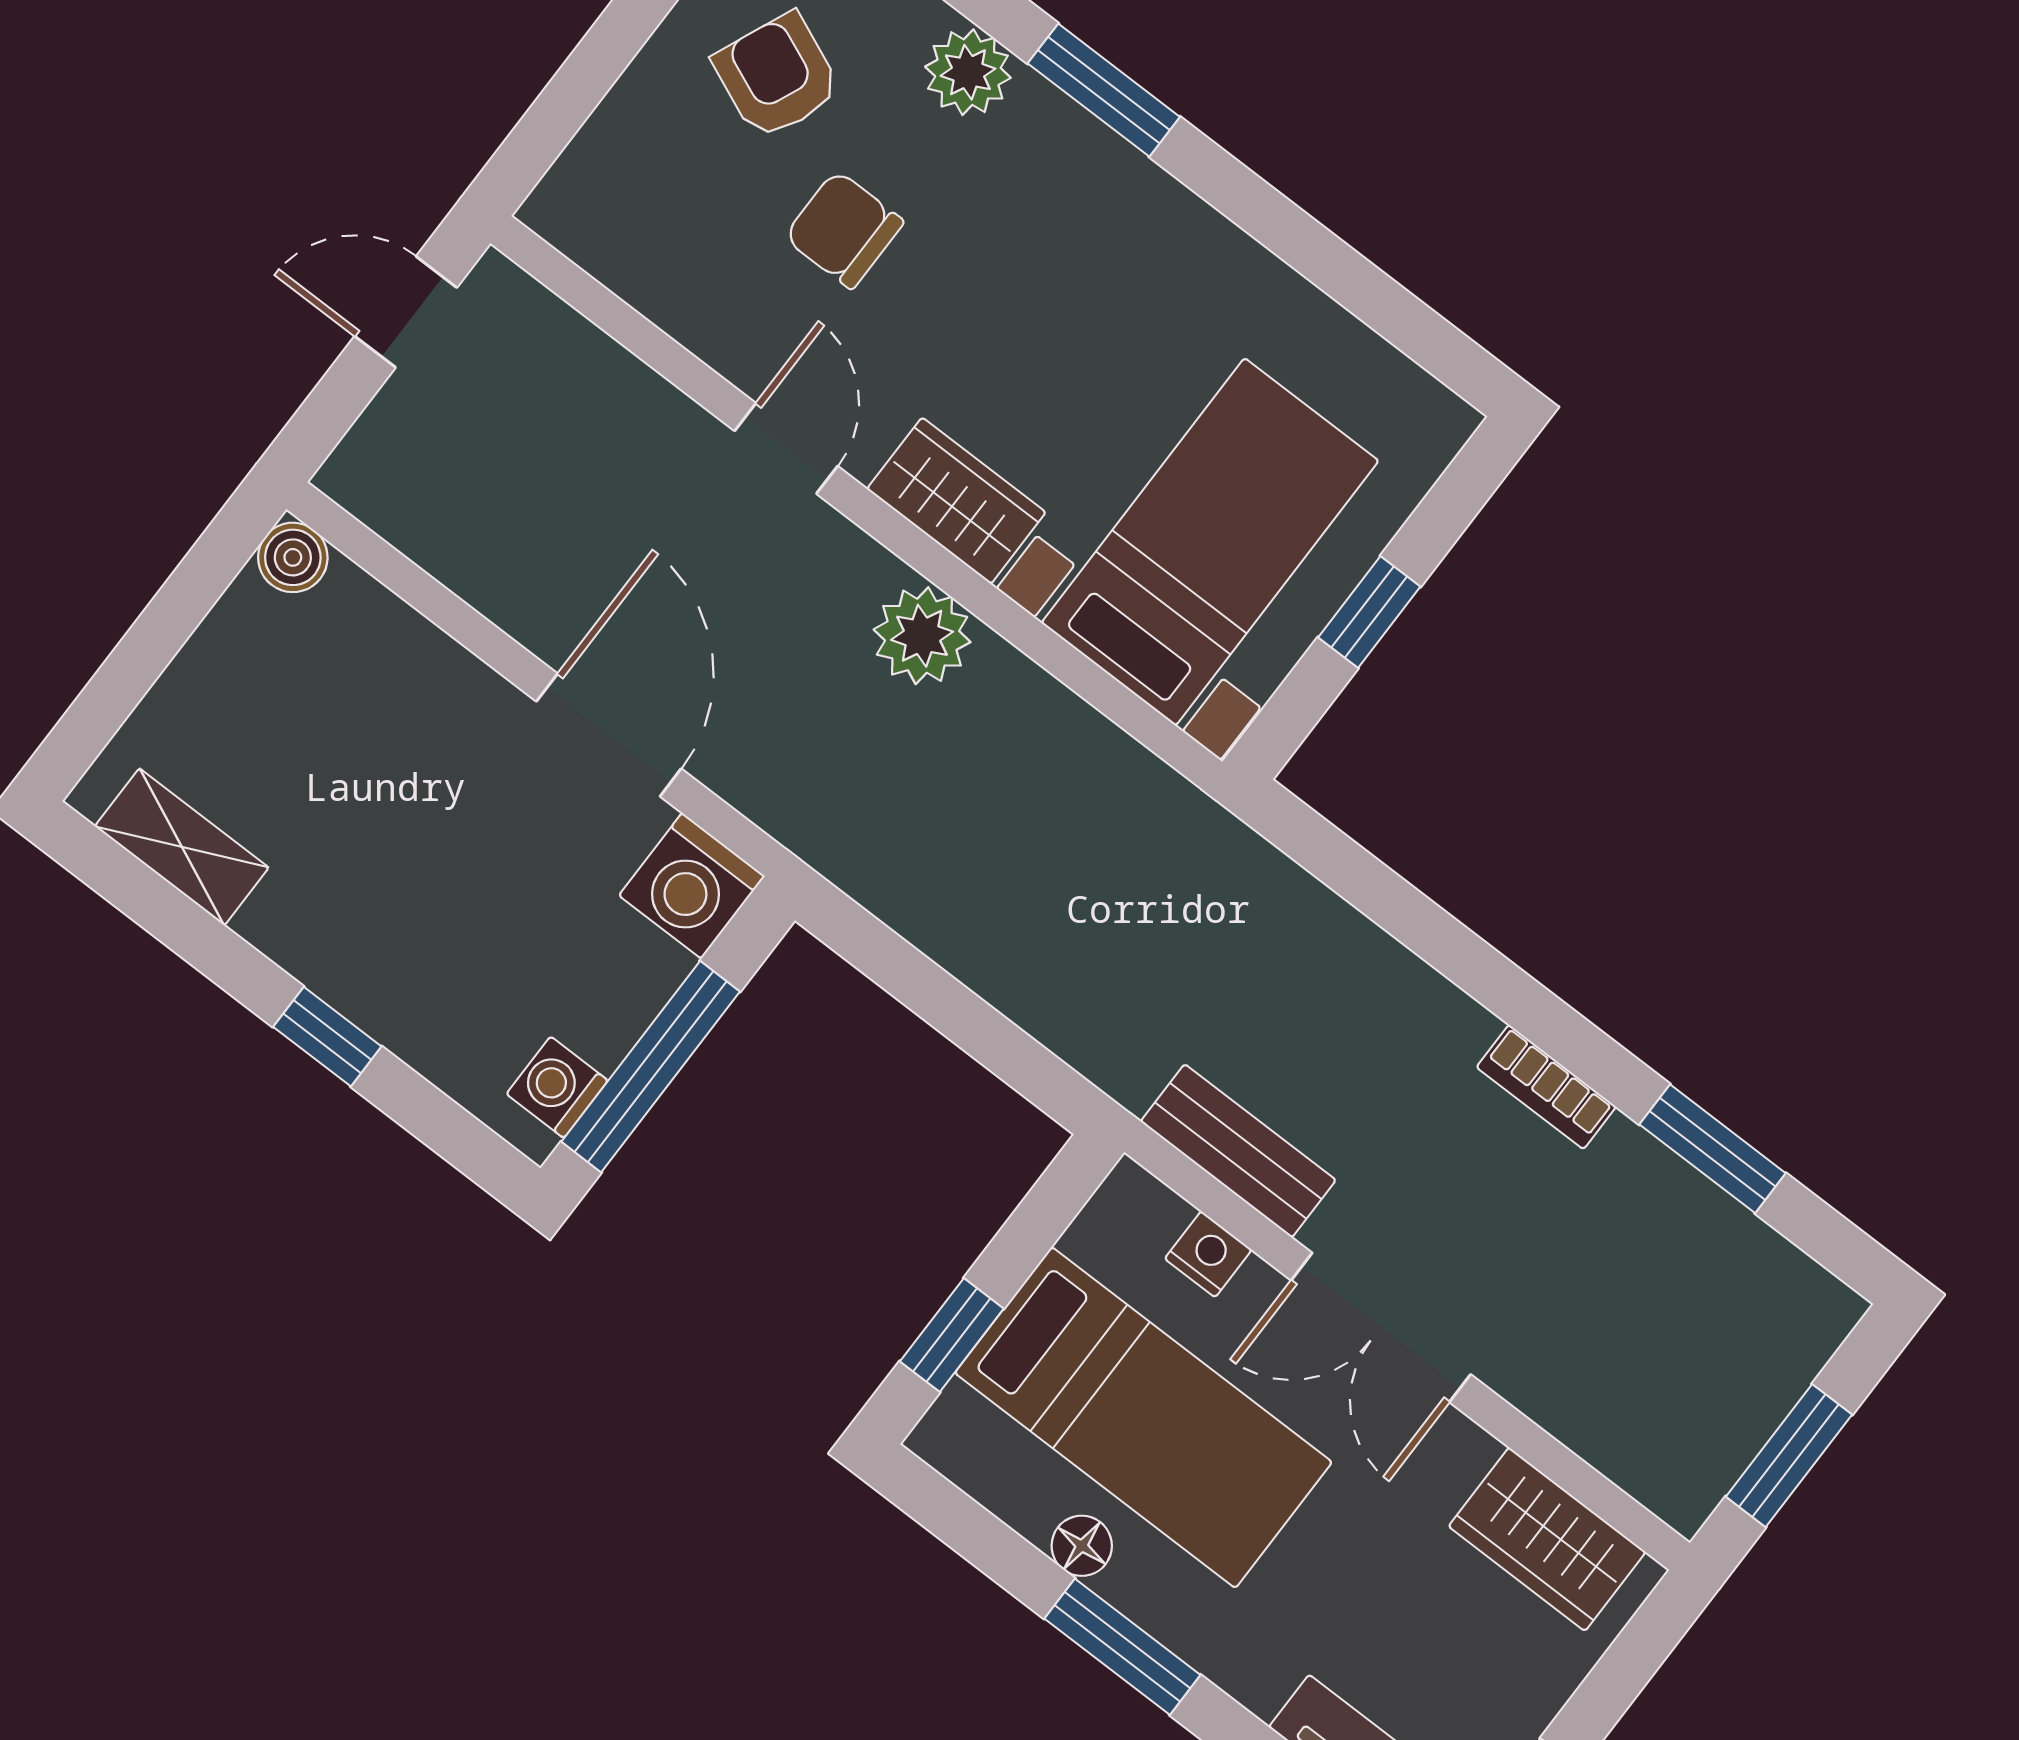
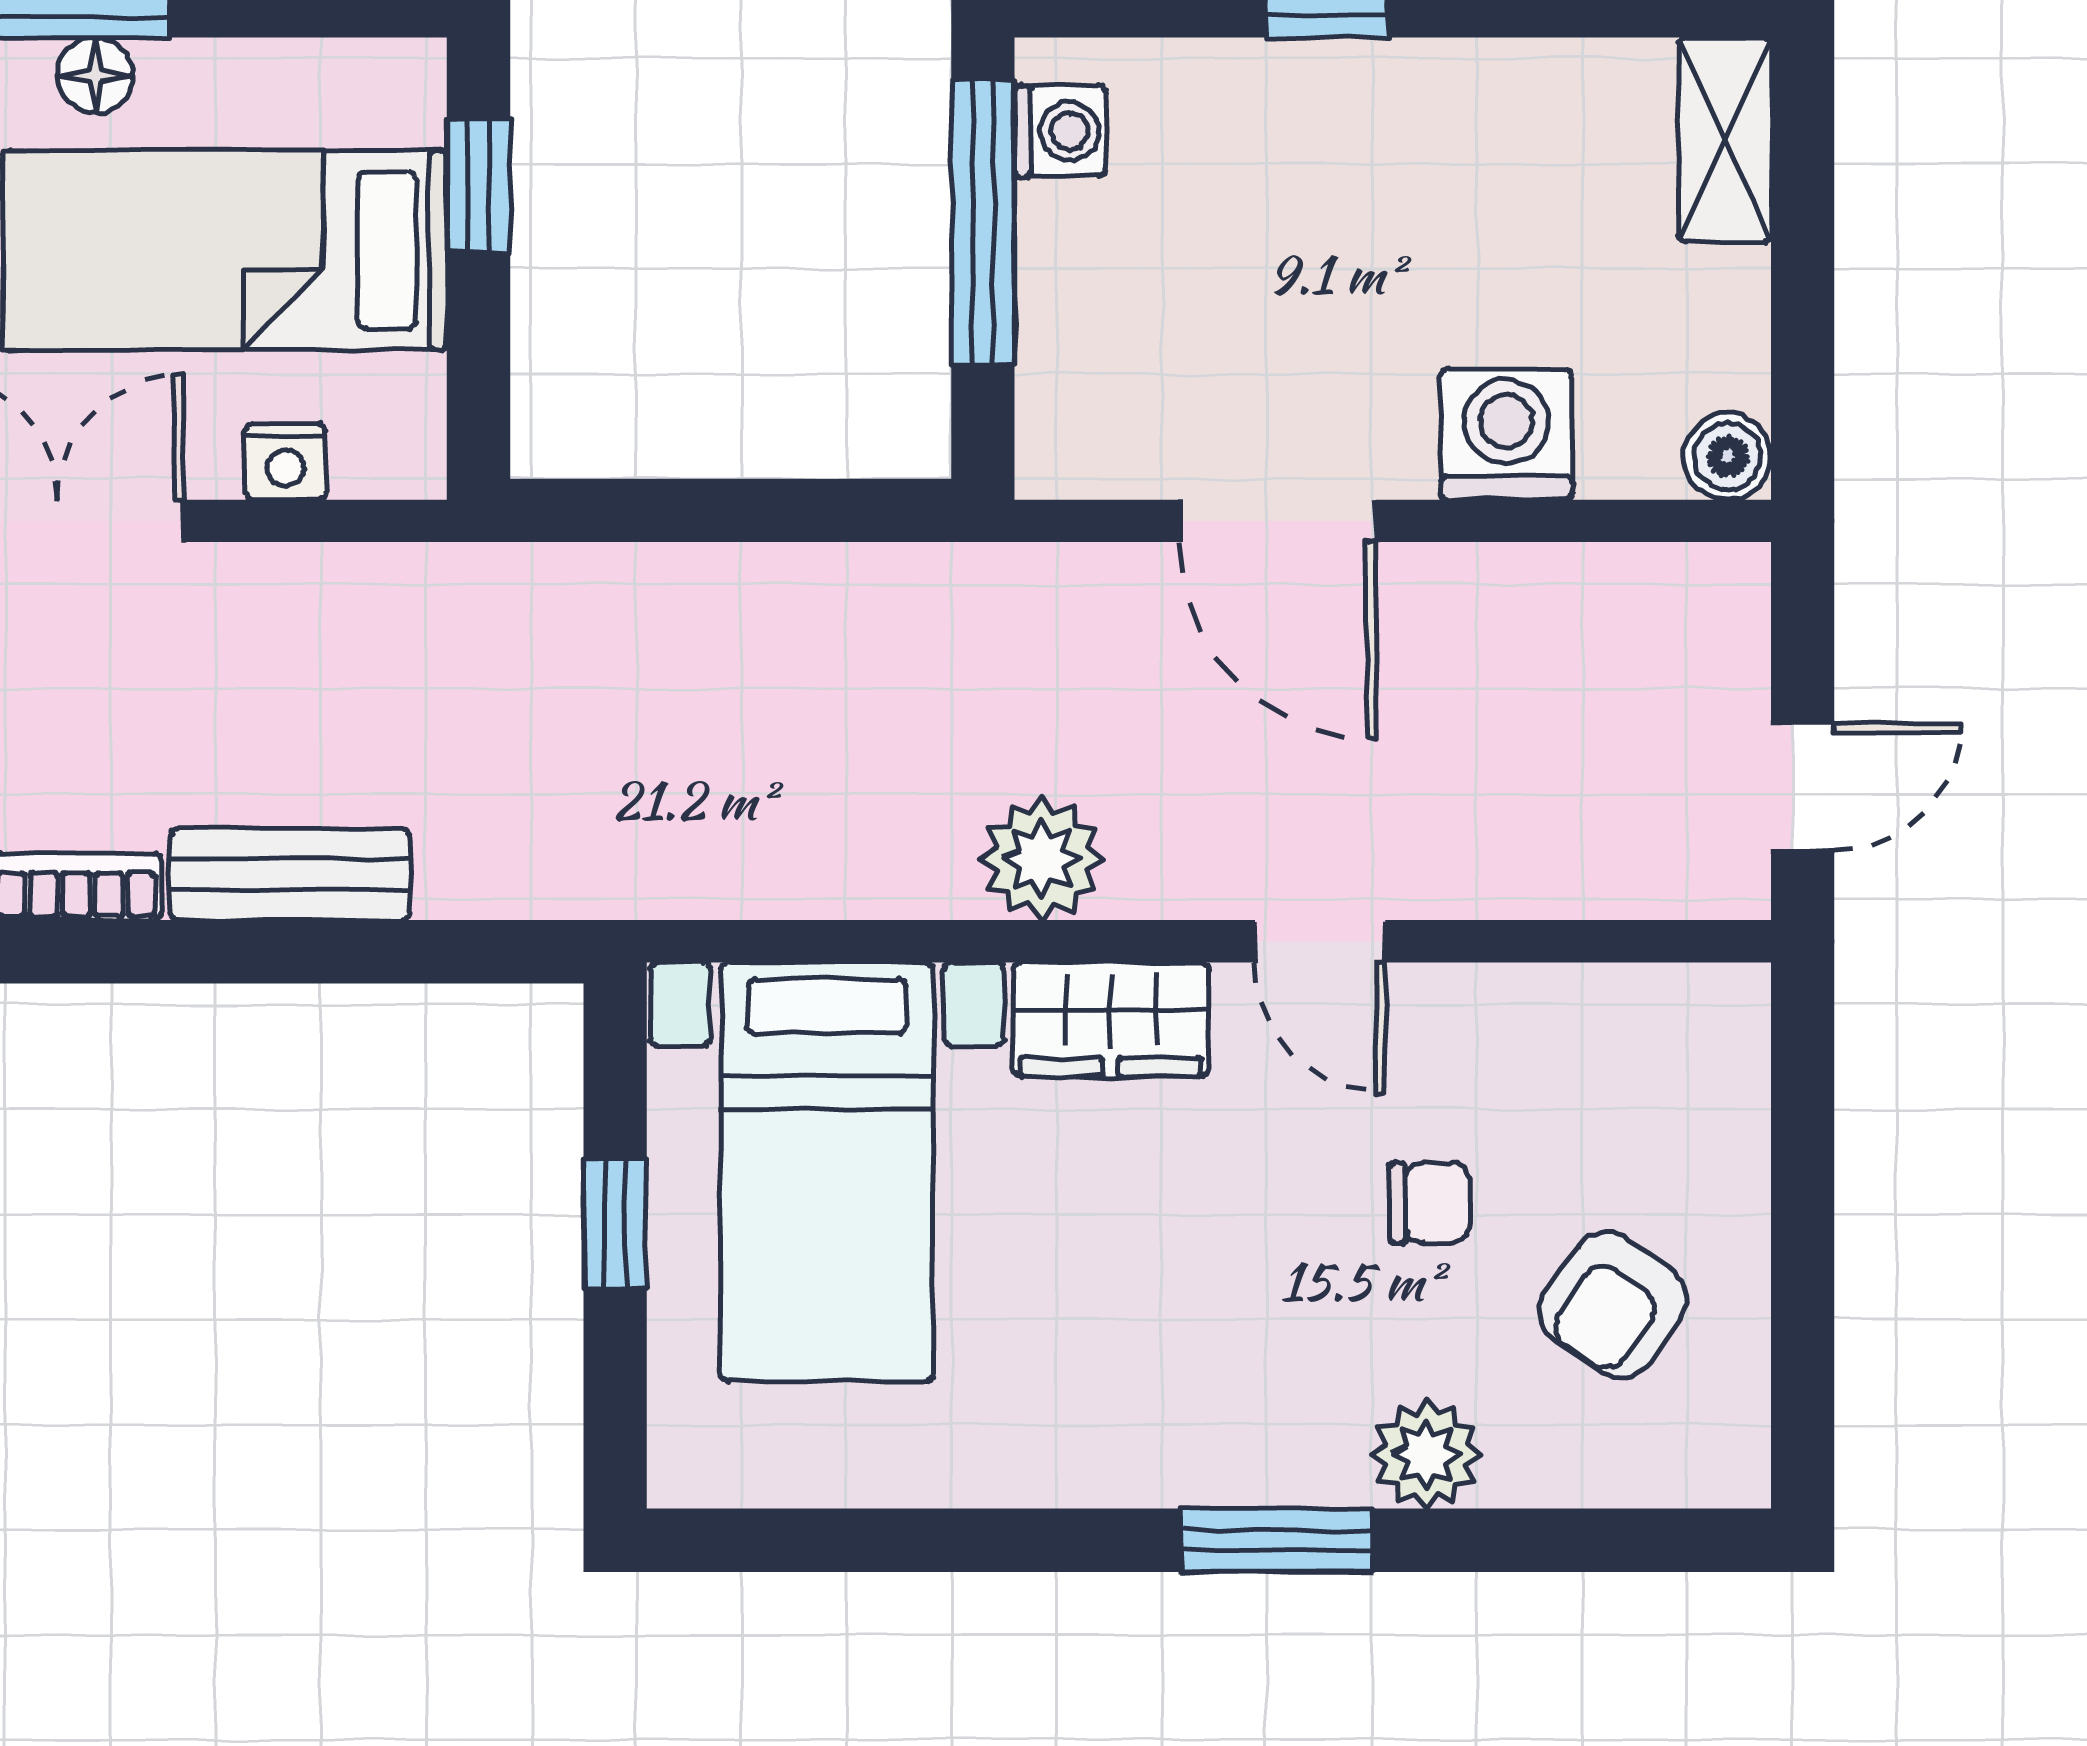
armchair: (777, 76) -> (1613, 1305), turned 102
chair: (844, 230) -> (1430, 1203), width x0.73, depth x0.73
shelving: (182, 847) -> (1725, 140), moved, turned 90
washing machine: (692, 886) -> (1506, 434), moved
bench: (1238, 1151) -> (290, 874), moved
floor lamp: (1082, 1546) -> (95, 75), moved

